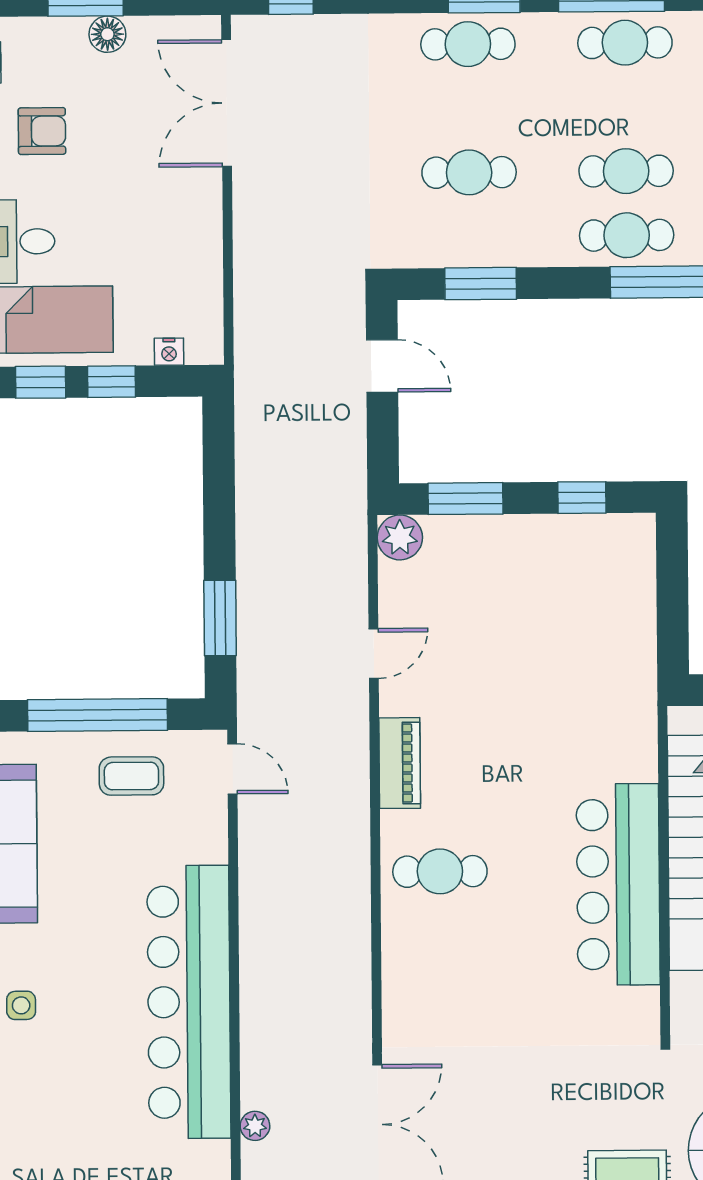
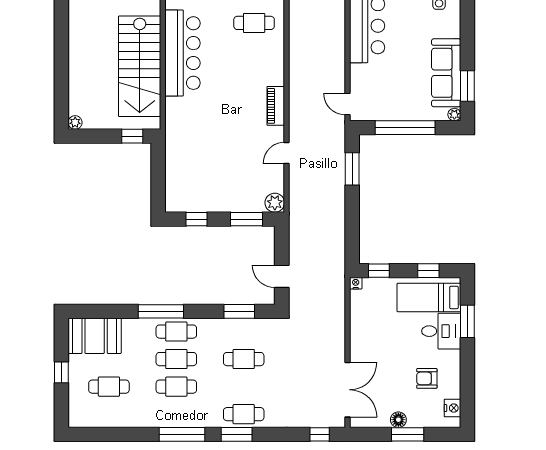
cafe table: (625, 43) -> (176, 387), moved
nightstand: (169, 352) -> (356, 283), moved
window: (112, 382) -> (379, 271), moved
coffee table: (131, 776) -> (391, 101), removed
cafe table: (440, 871) -> (254, 23), moved

